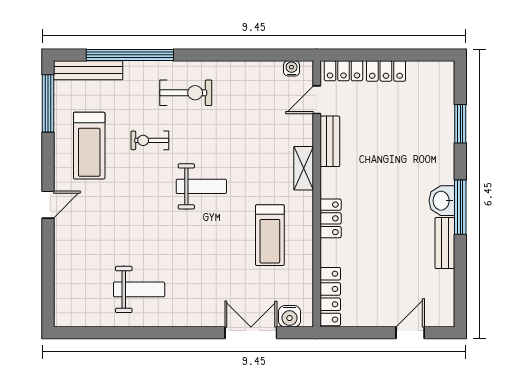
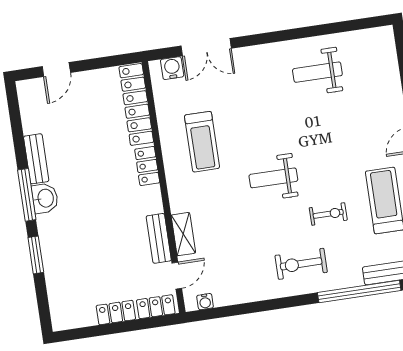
window: (460, 124) -> (36, 255), moved
shelving: (304, 168) -> (183, 234), moved
treadmill: (270, 235) -> (202, 142), turned 180
locker: (330, 297) -> (136, 104), width x1.41, depth x1.21

